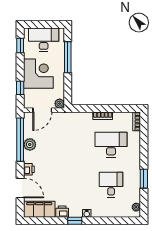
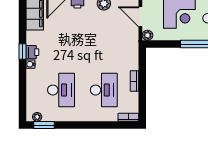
window: (144, 179) -> (44, 125), moved
desk: (111, 185) -> (61, 90), width x1.37
printer: (62, 212) -> (32, 52), moved

